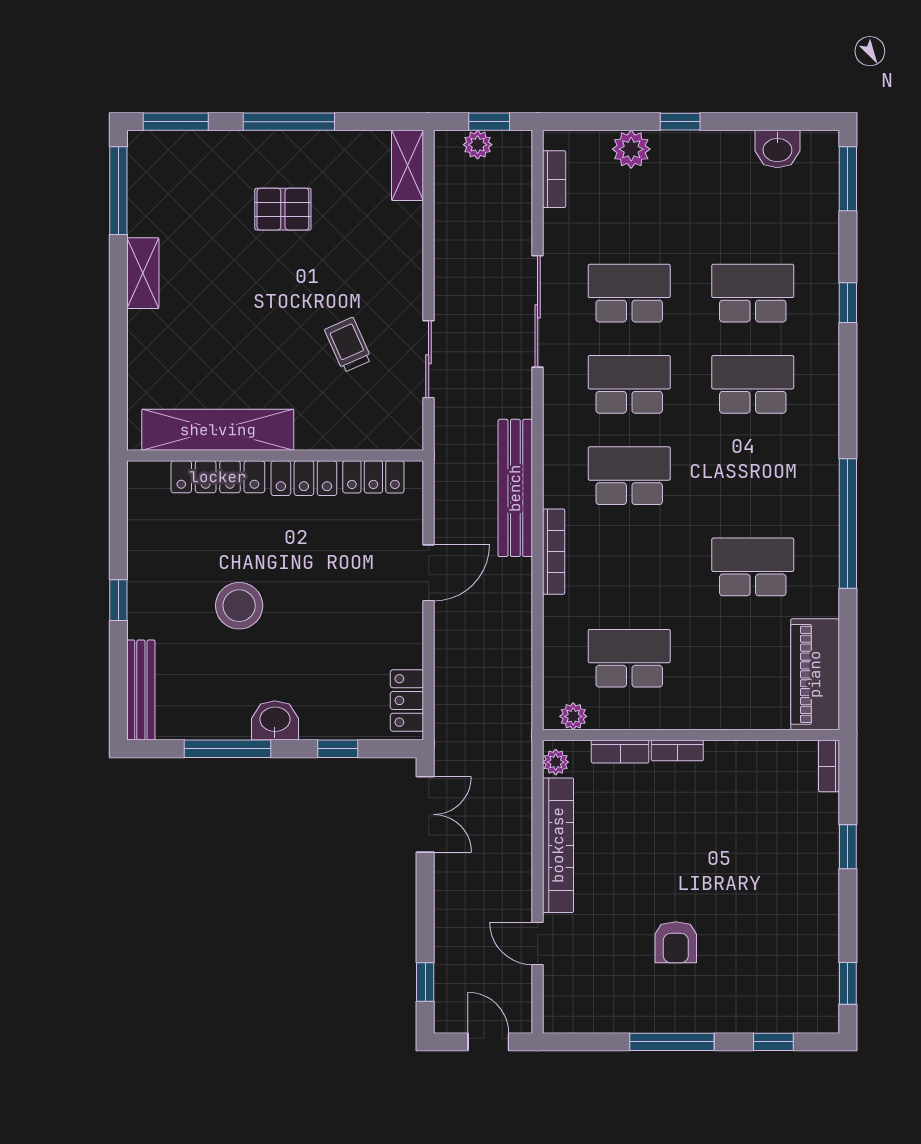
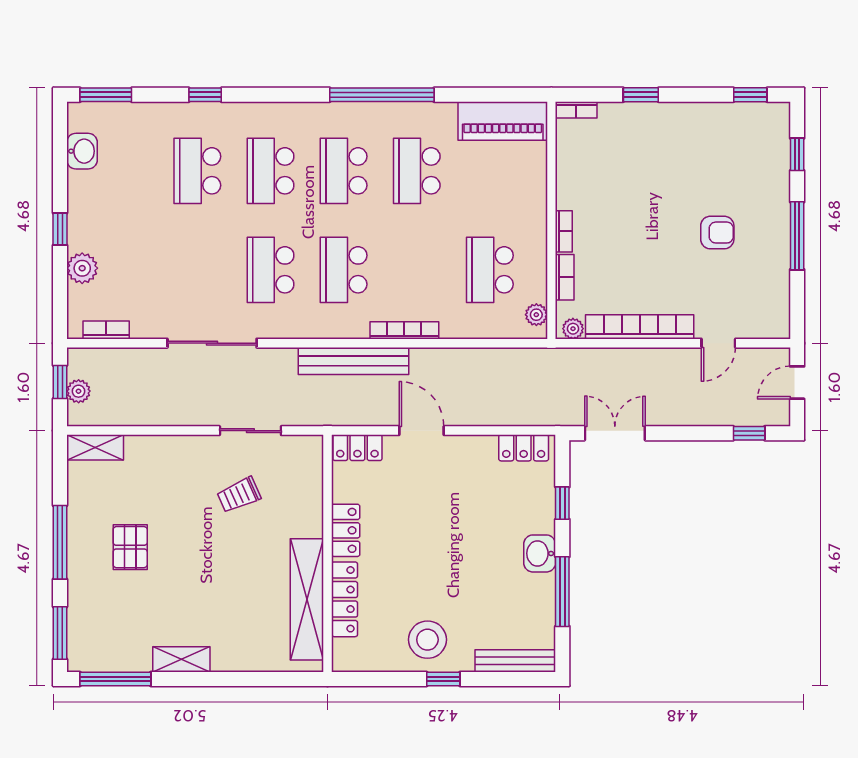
school desk: (629, 293) -> (344, 171), moved
locker: (373, 477) -> (357, 448), moved, turned 90
stool: (239, 606) -> (427, 640), moved

